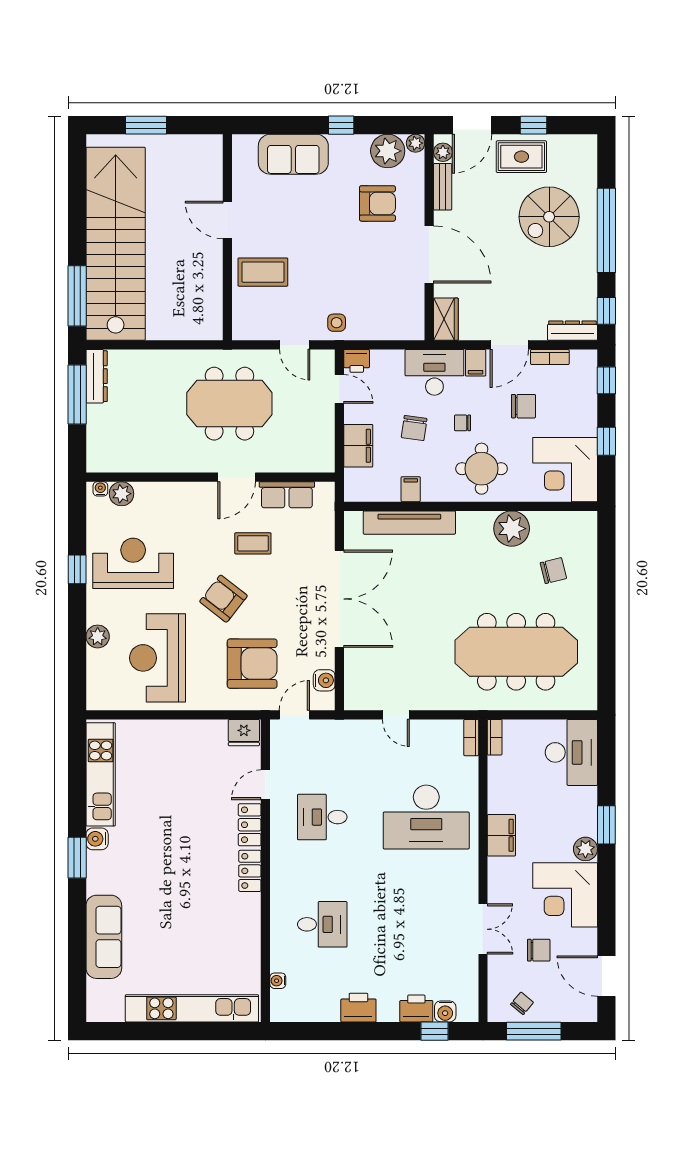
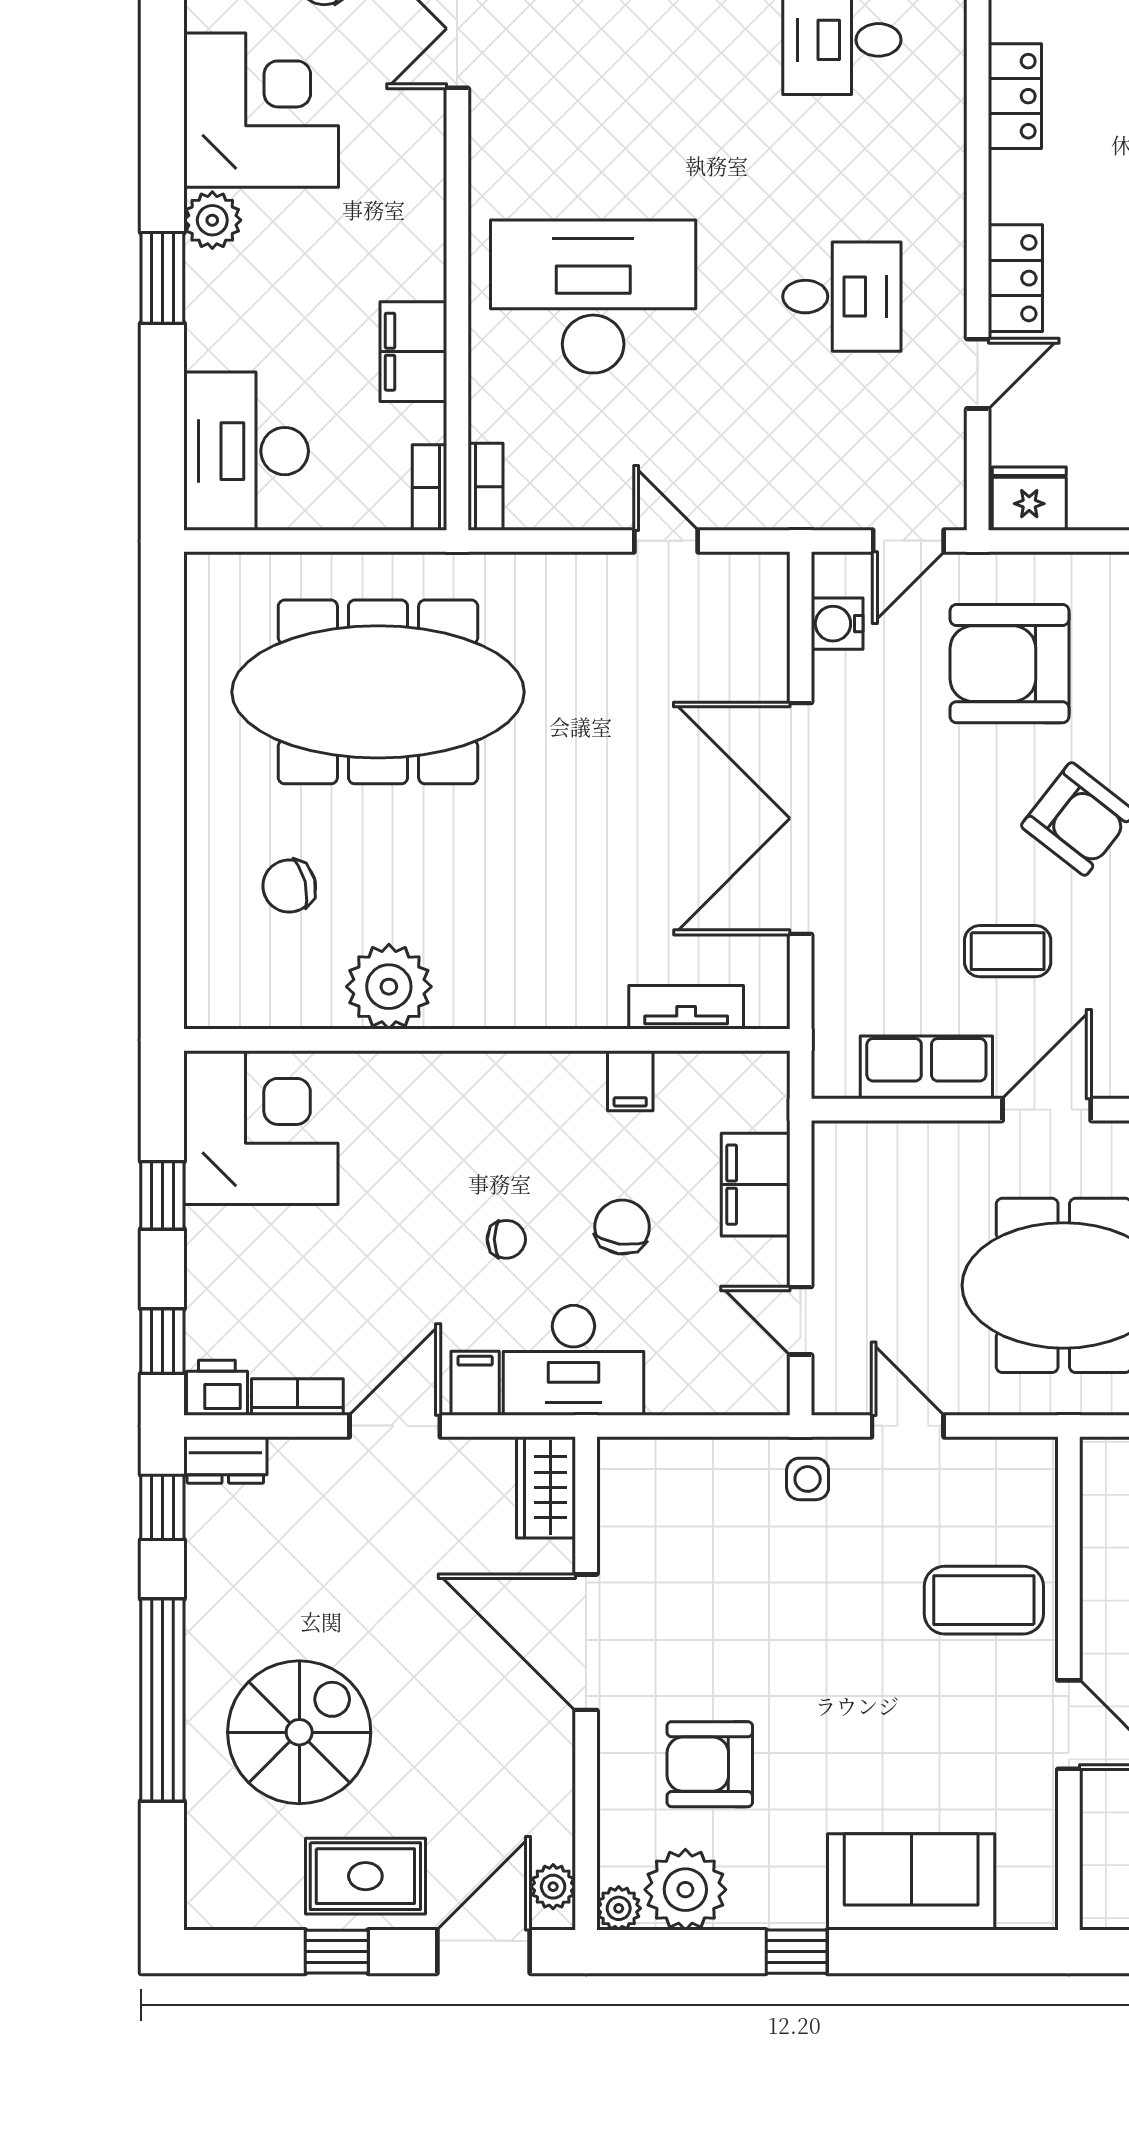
bench: (443, 187) -> (554, 1804), removed
dresser: (572, 331) -> (225, 1460), width x0.70
printer: (357, 361) -> (217, 1388), moved
chair: (523, 406) -> (361, 1279), removed
round table: (482, 469) -> (461, 1130), removed
tv unit: (409, 523) -> (686, 1007), width x0.52, depth x0.78
filing cabinet: (501, 835) -> (413, 352), moved
locker: (250, 871) -> (1015, 96), moved

